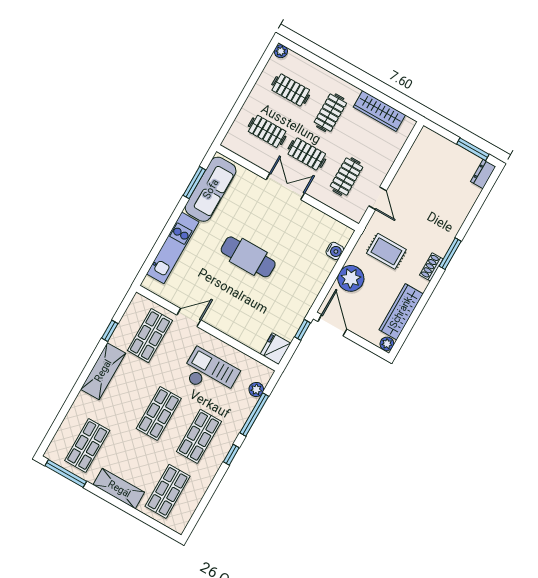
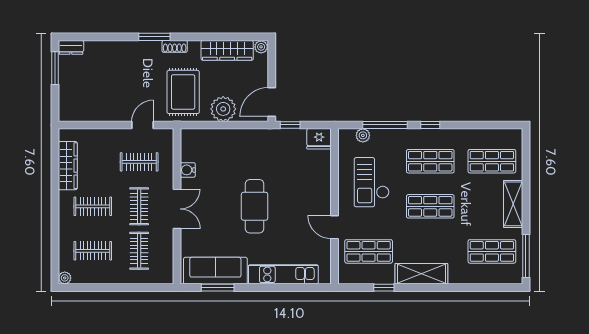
clothes rail: (291, 90) -> (93, 251), turned 90
double door: (285, 186) -> (177, 209), swing flipped
water cooler: (335, 251) -> (188, 170), moved, turned -90
rug: (386, 251) -> (183, 92), width x1.36, depth x1.43

